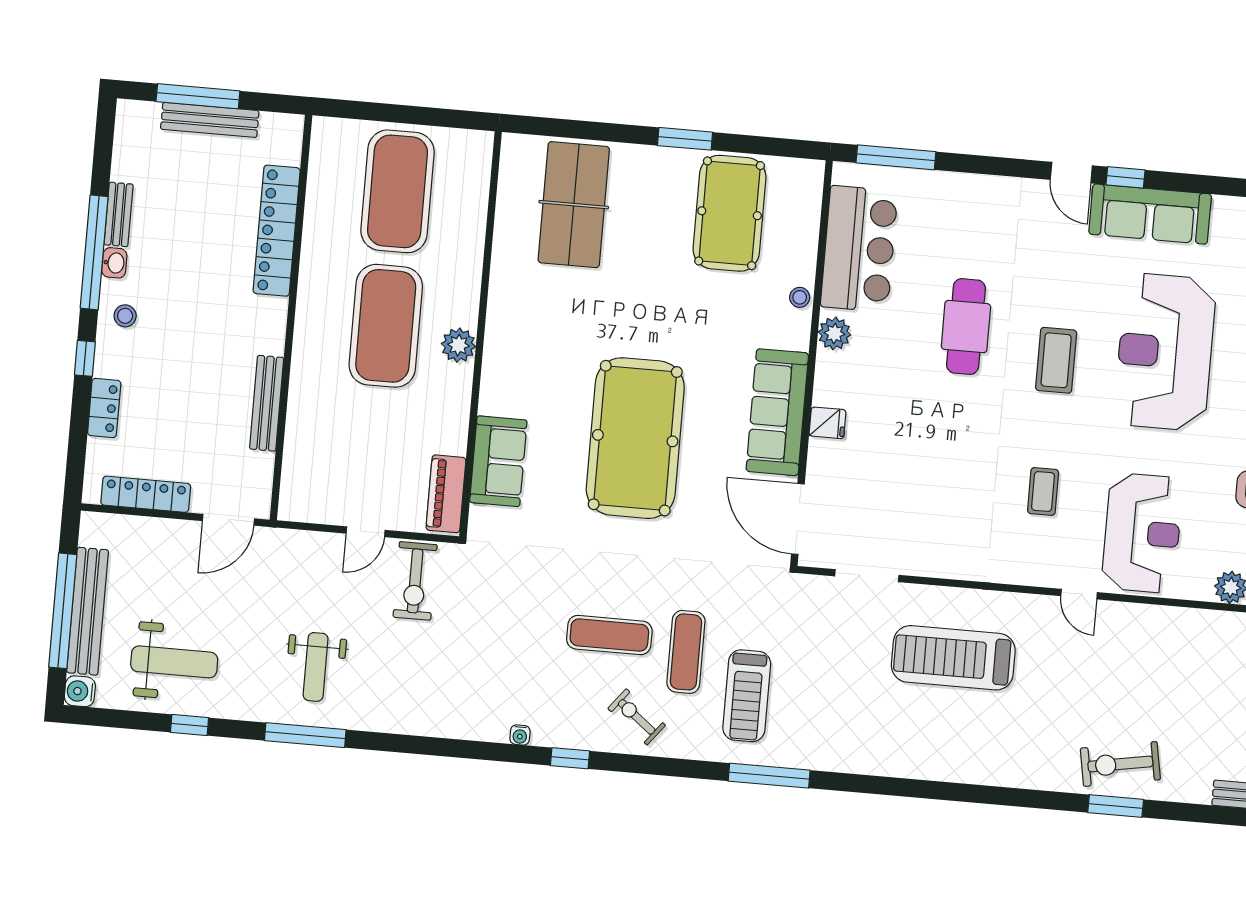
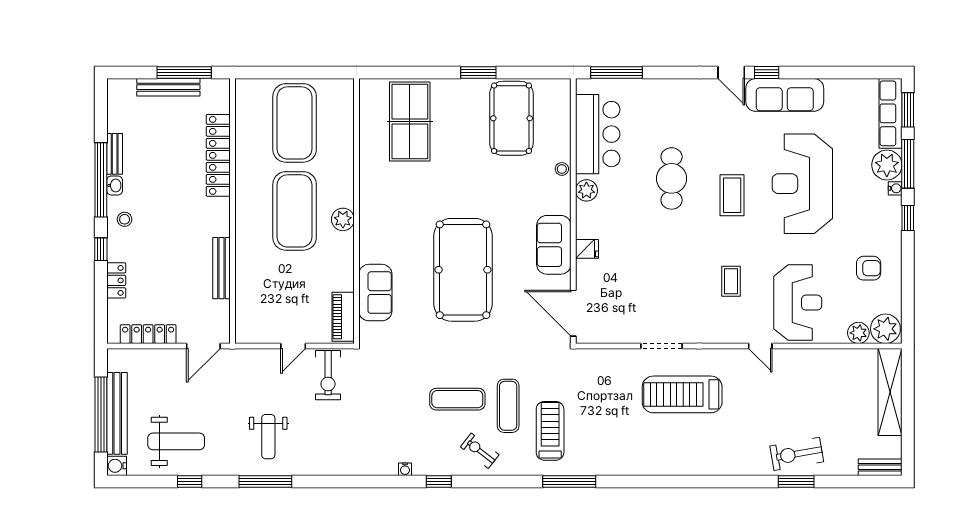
window: (198, 96) -> (184, 72), moved
sofa: (777, 412) -> (554, 245), width x0.73
doorway: (867, 576) -> (661, 346), moved
treadmill: (747, 696) -> (550, 431), turned 180

